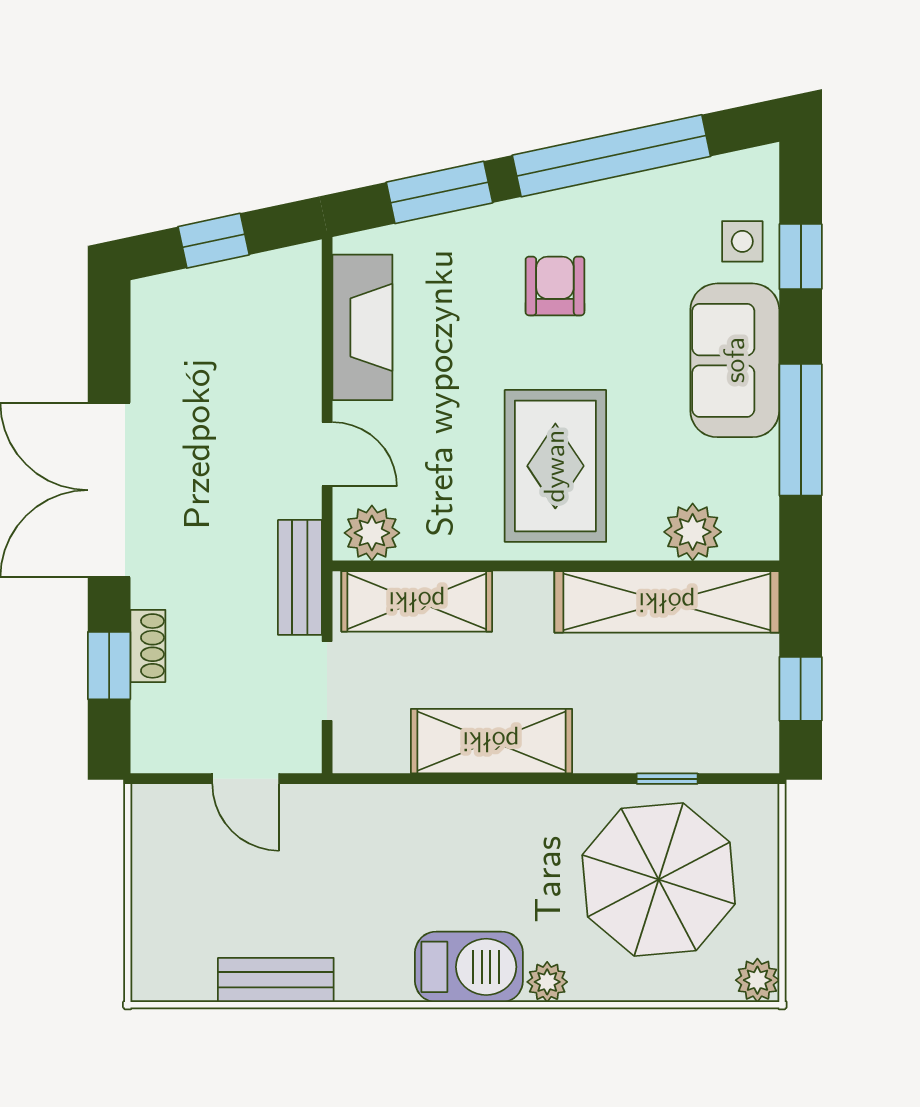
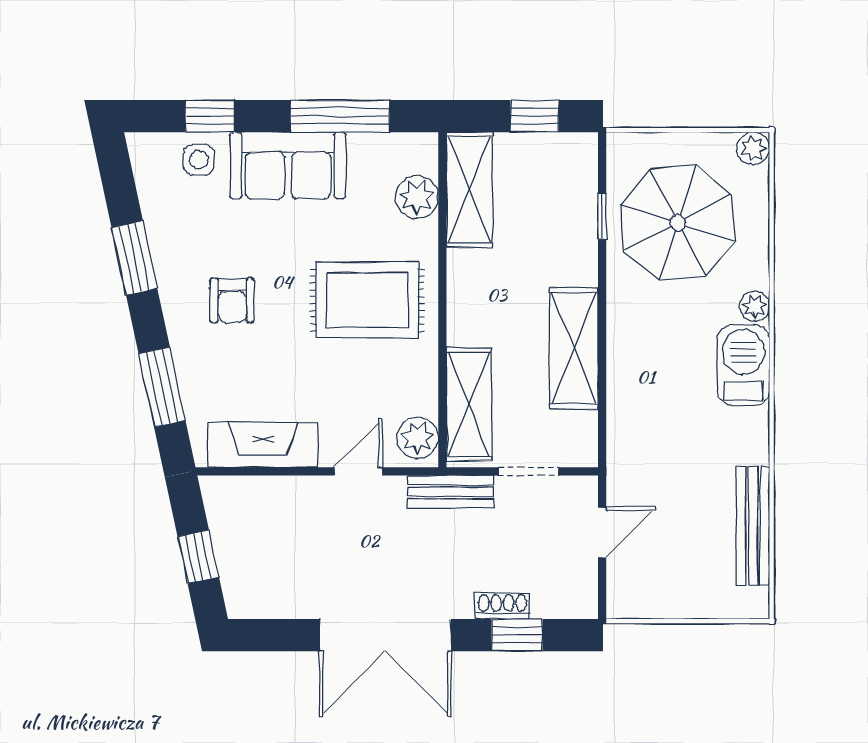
window: (611, 156) -> (134, 258), width x0.47
armchair: (555, 286) -> (232, 300), turned -90
shelving: (667, 602) -> (469, 190), width x0.68
bench: (276, 980) -> (753, 526), width x1.36

